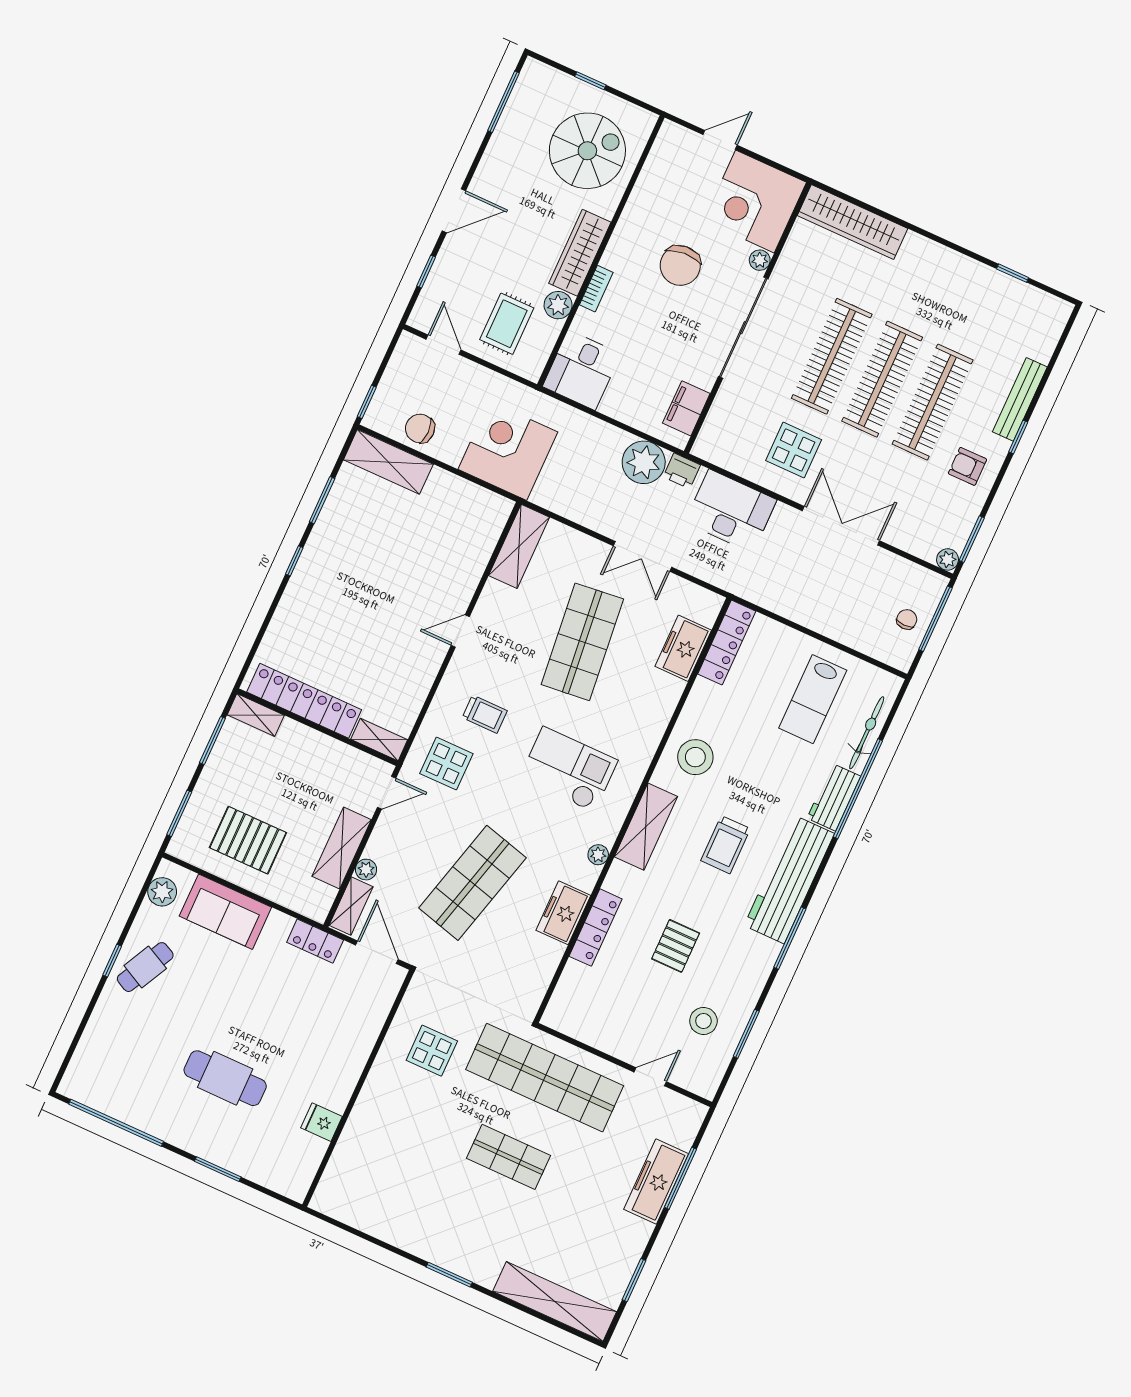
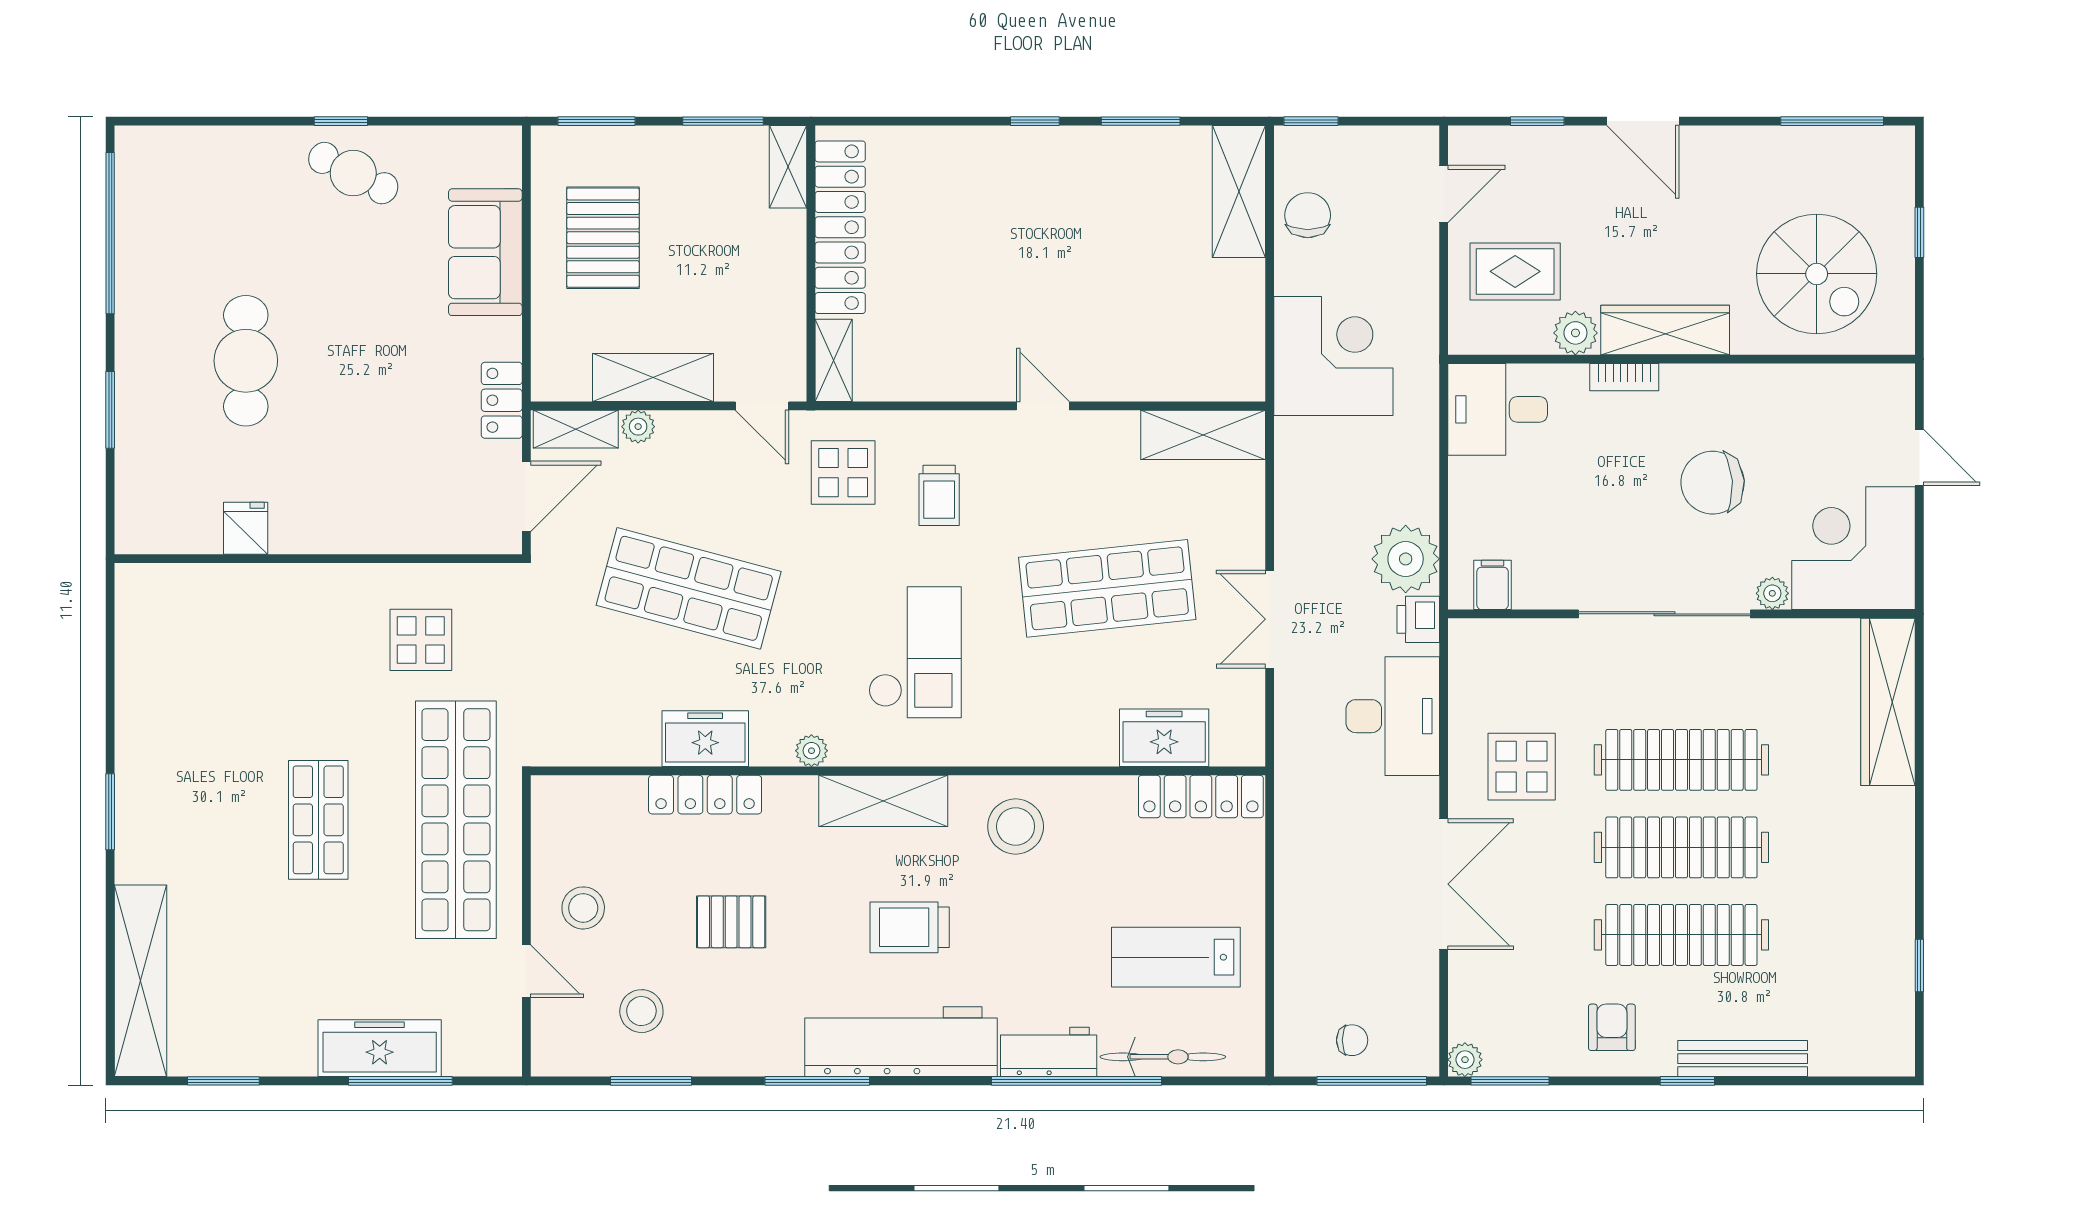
filing cabinet: (686, 408) -> (1493, 585), width x0.50
plant: (162, 892) -> (472, 148), removed
stool: (629, 1027) -> (583, 908), added

